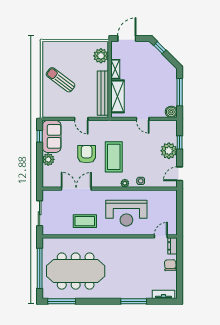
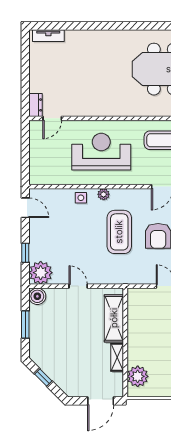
window: (160, 48) -> (43, 378), moved
window: (180, 92) -> (25, 324), width x0.69
bench: (103, 93) -> (135, 323), removed
plant: (169, 151) -> (41, 273), moved
door: (180, 174) -> (25, 208), hinge flipped
chair: (170, 265) -> (39, 77), removed
window: (134, 301) -> (91, 26), removed

